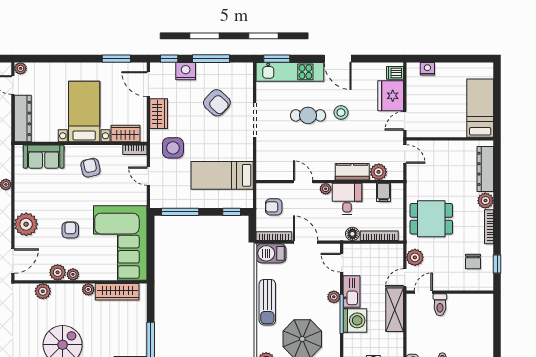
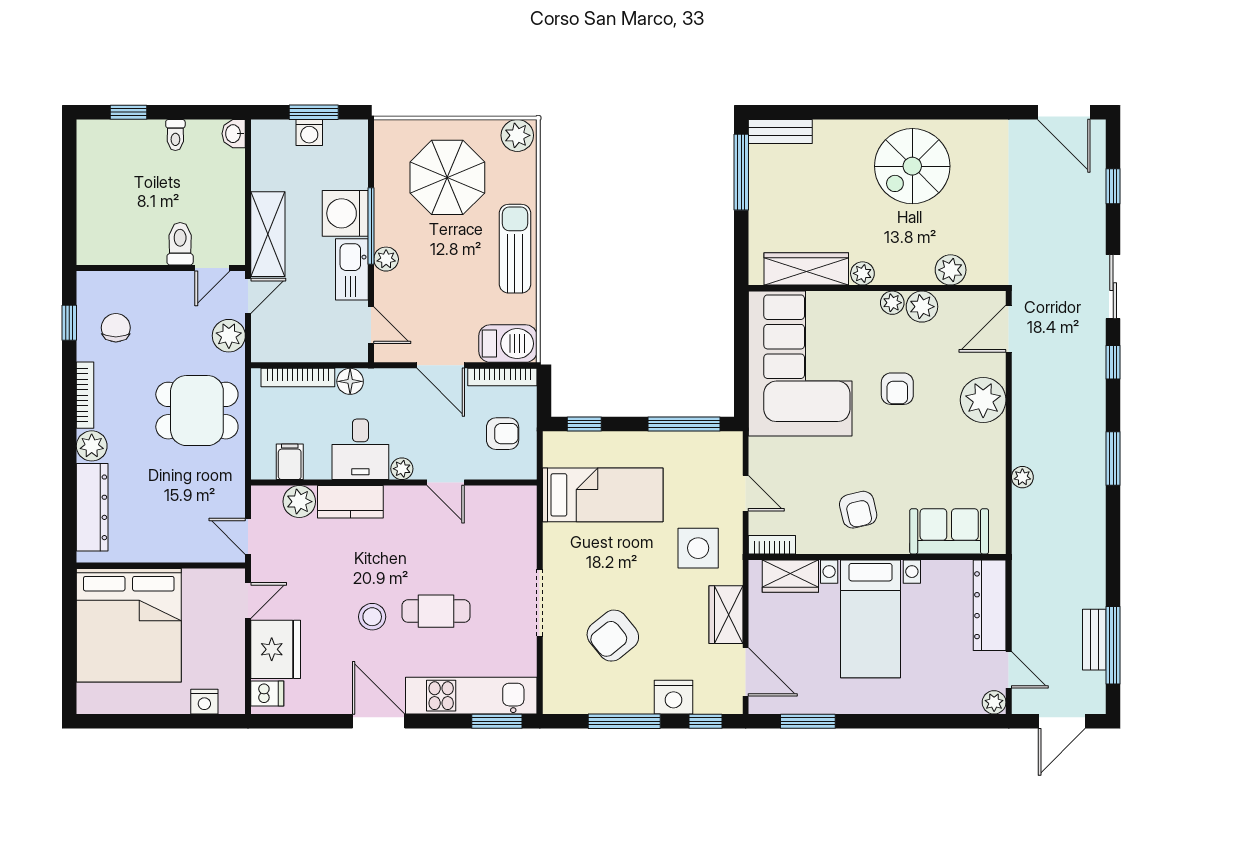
armchair: (217, 103) -> (613, 636), turned -82
bed: (480, 108) -> (129, 625), width x2.04

